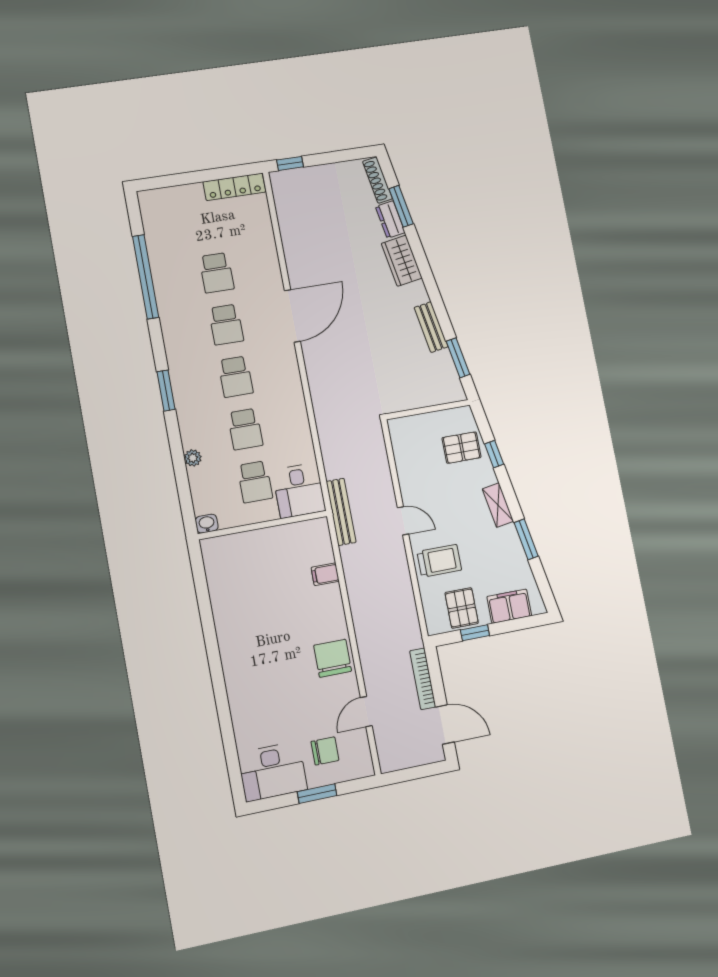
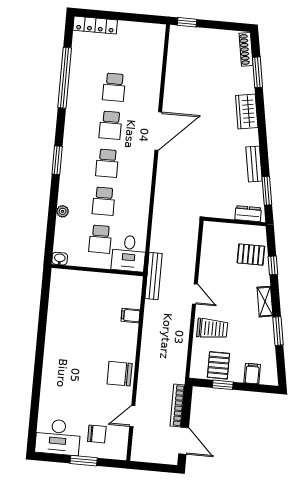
locker: (234, 187) -> (95, 25), moved
dresser: (390, 220) -> (248, 214), moved, turned 100
filing cabinet: (509, 606) -> (252, 374), width x0.50
chair: (333, 658) -> (120, 374), turned -90

